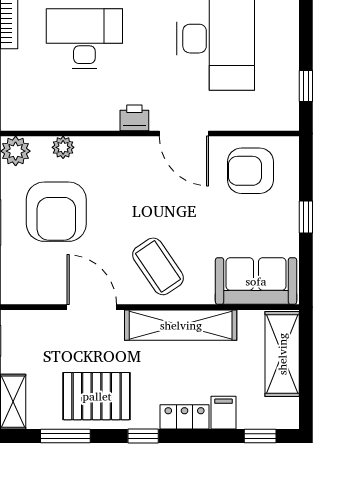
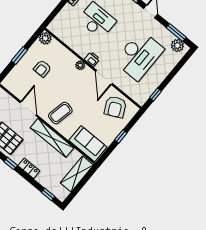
plant: (63, 147) -> (80, 65), moved
armchair: (250, 171) -> (115, 107), turned -116
armchair: (56, 212) -> (42, 69), width x0.53, depth x0.53
coffee table: (158, 266) -> (60, 113), turned 46
filing cabinet: (224, 413) -> (43, 177), removed

